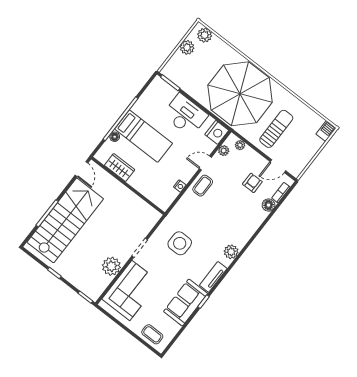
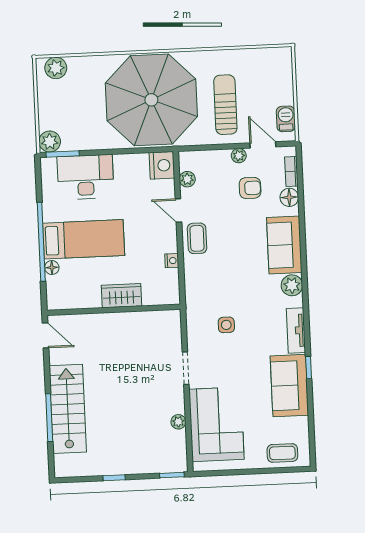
plant: (187, 47) -> (50, 142), moved
desk: (185, 115) -> (85, 177), moved
barbecue: (326, 131) -> (286, 119), moved
plant: (240, 145) -> (239, 156), moved
door: (205, 163) -> (178, 210), hinge flipped
door: (278, 166) -> (263, 145), swing flipped
wardrobe: (120, 168) -> (122, 296), moved
armchair: (252, 183) -> (250, 188), turned 90
stairs: (65, 220) -> (68, 409), width x0.73, depth x0.66
sofa: (245, 228) -> (284, 245), added
side table: (180, 243) -> (226, 325), width x0.54, depth x0.54
plant: (111, 266) -> (178, 422), width x0.53, depth x0.53

